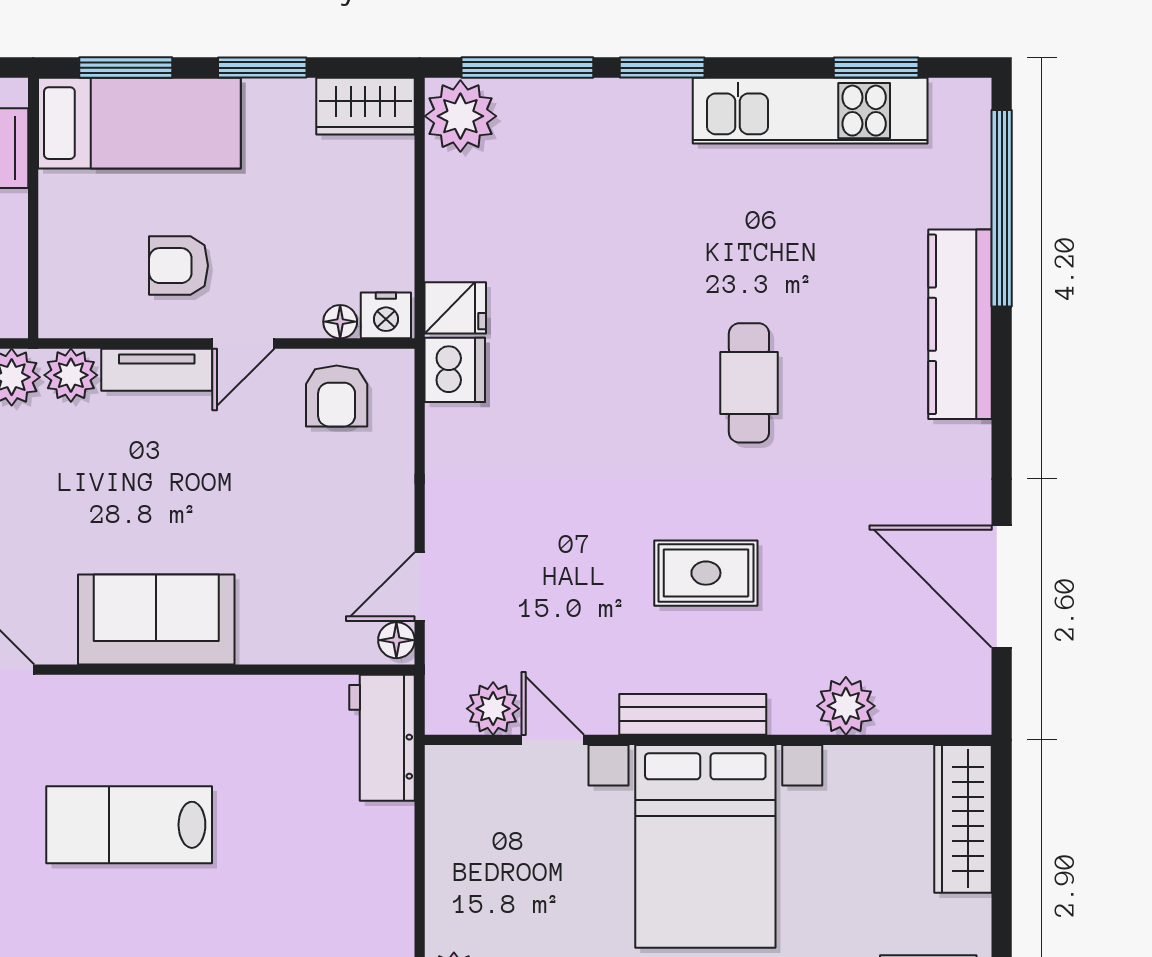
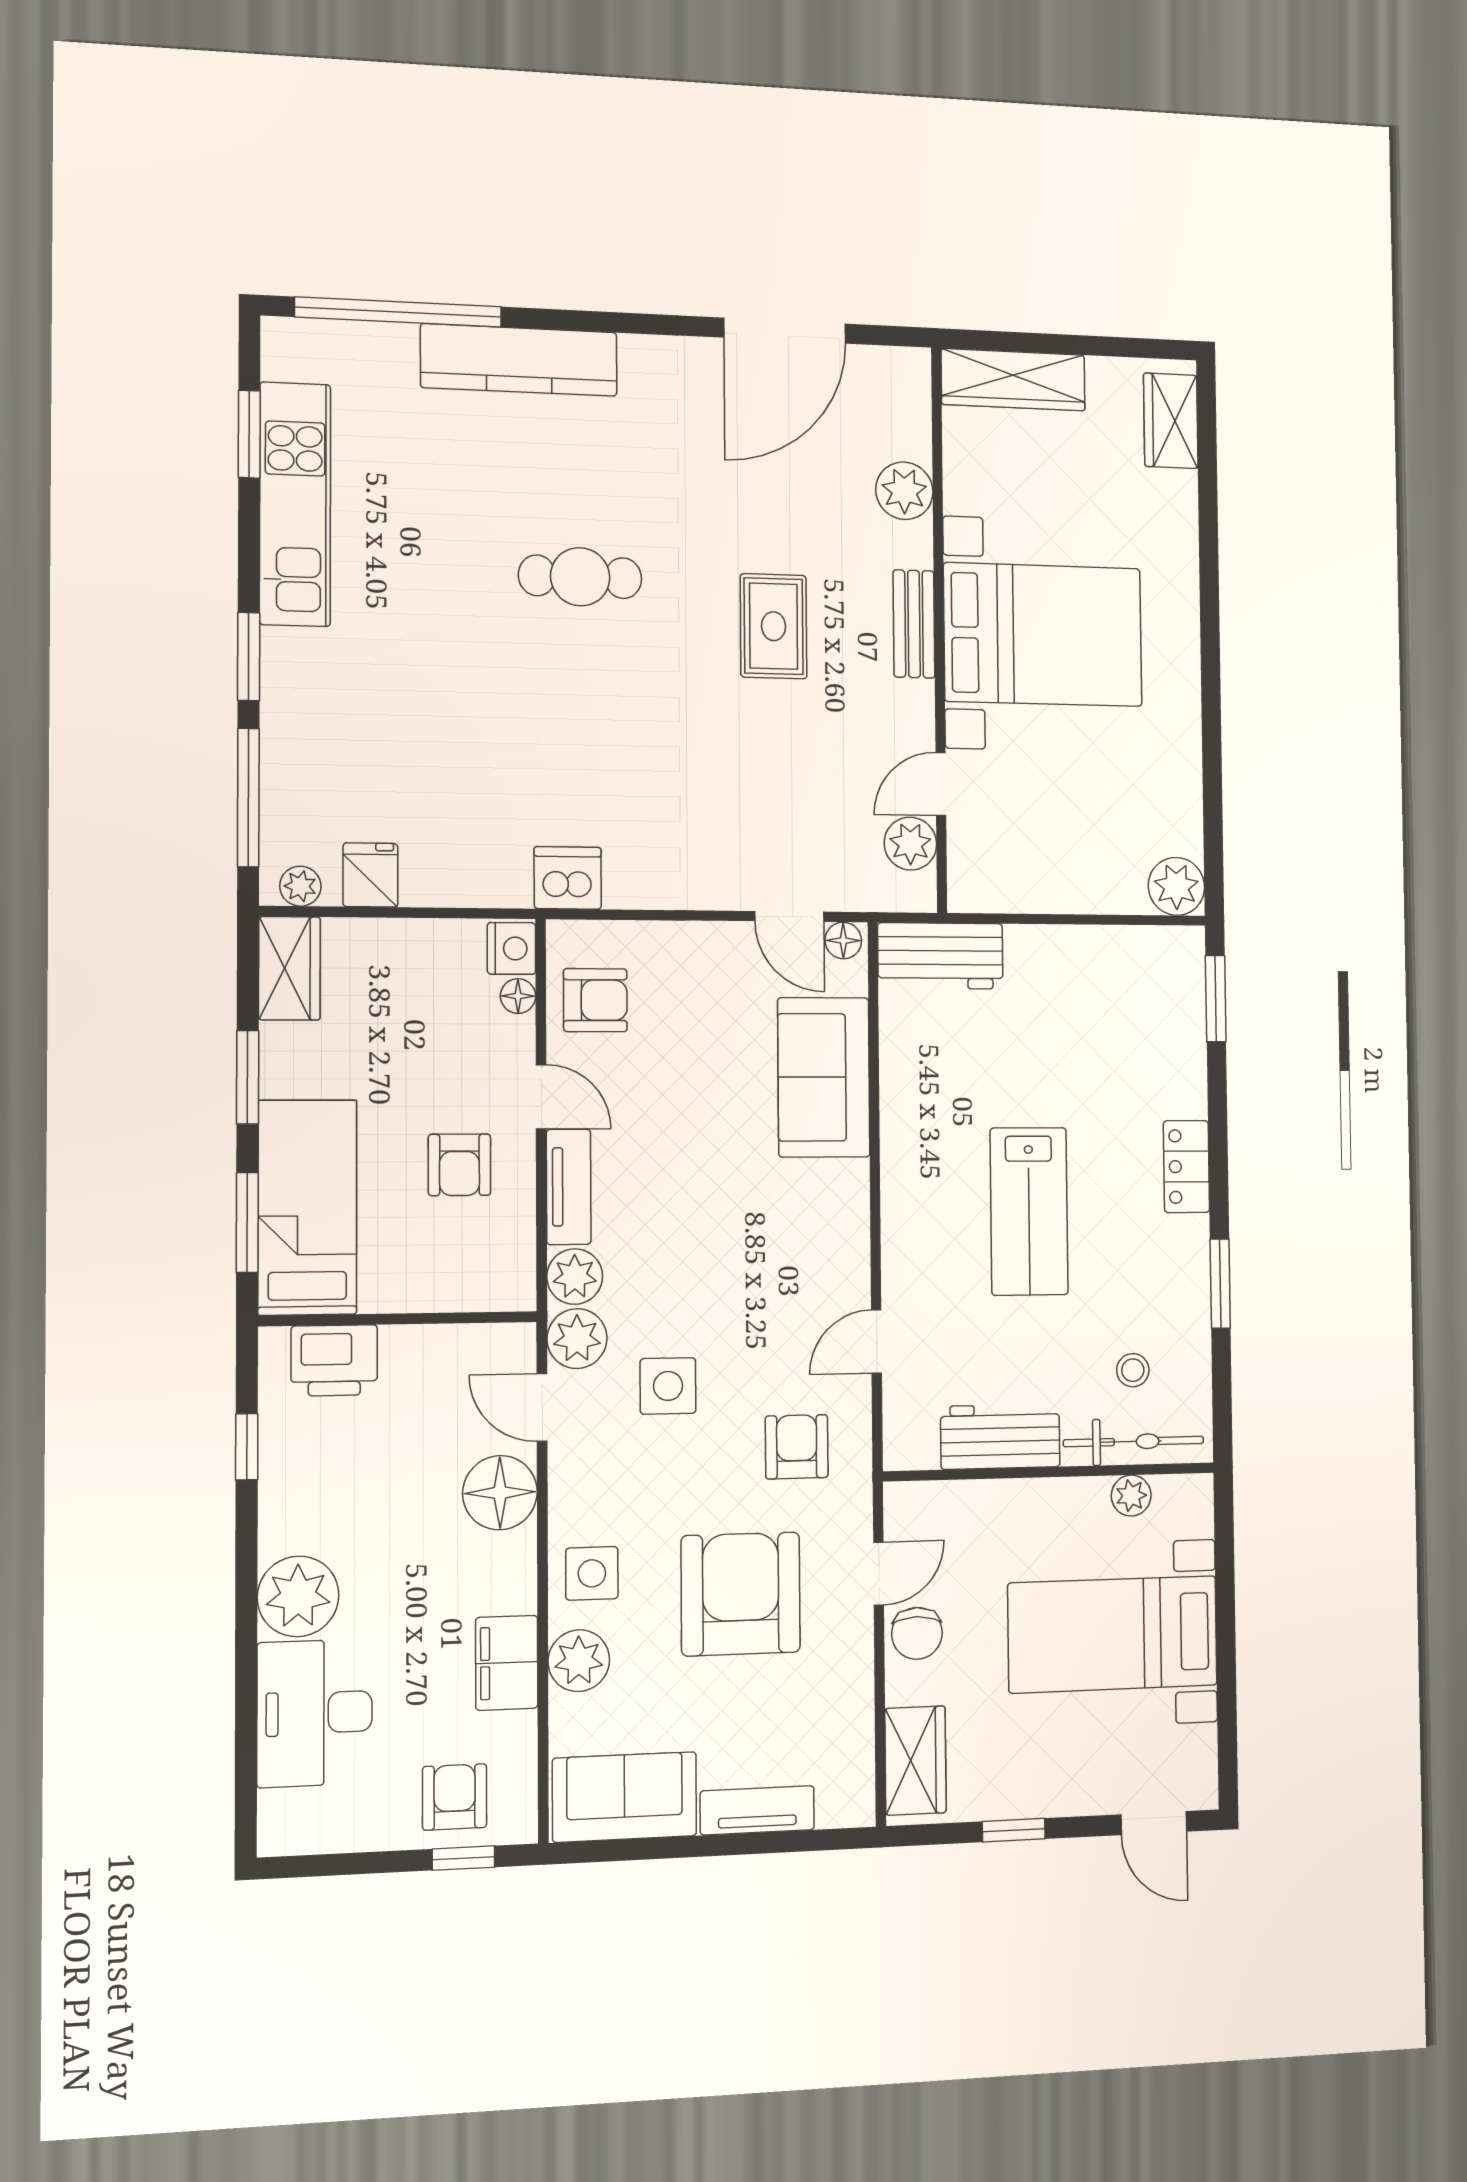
plant: (460, 116) -> (300, 886), width x0.53, depth x0.53
fridge: (455, 308) -> (370, 875), moved
sofa: (156, 620) -> (824, 1077), moved
bench: (693, 714) -> (914, 624), width x0.73

